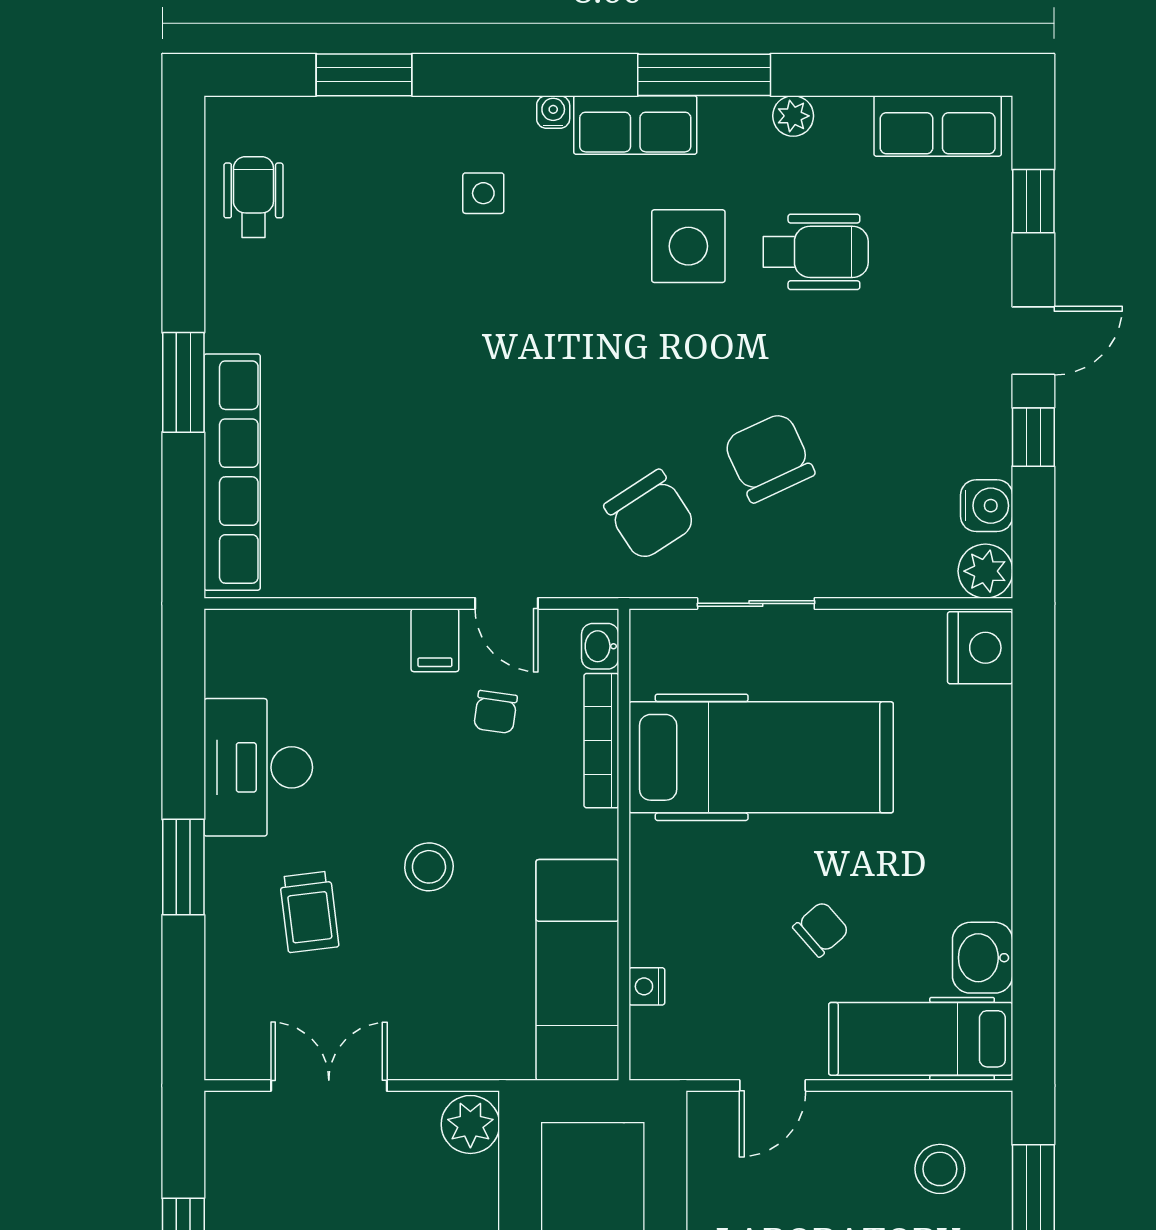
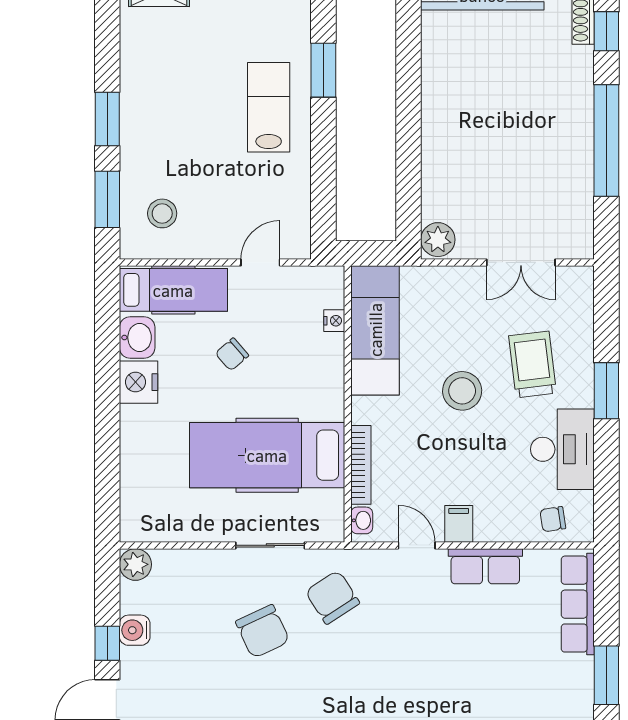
row of seats: (232, 472) -> (578, 604), width x0.73
water cooler: (987, 506) -> (135, 630), moved
row of seats: (389, 568) -> (485, 566), added
nightstand: (980, 648) -> (139, 382), moved
chair: (496, 712) -> (553, 519), moved, turned -107
stool: (429, 867) -> (462, 391), width x1.38, depth x1.38
trolley: (309, 912) -> (532, 364), width x1.36, depth x1.39

